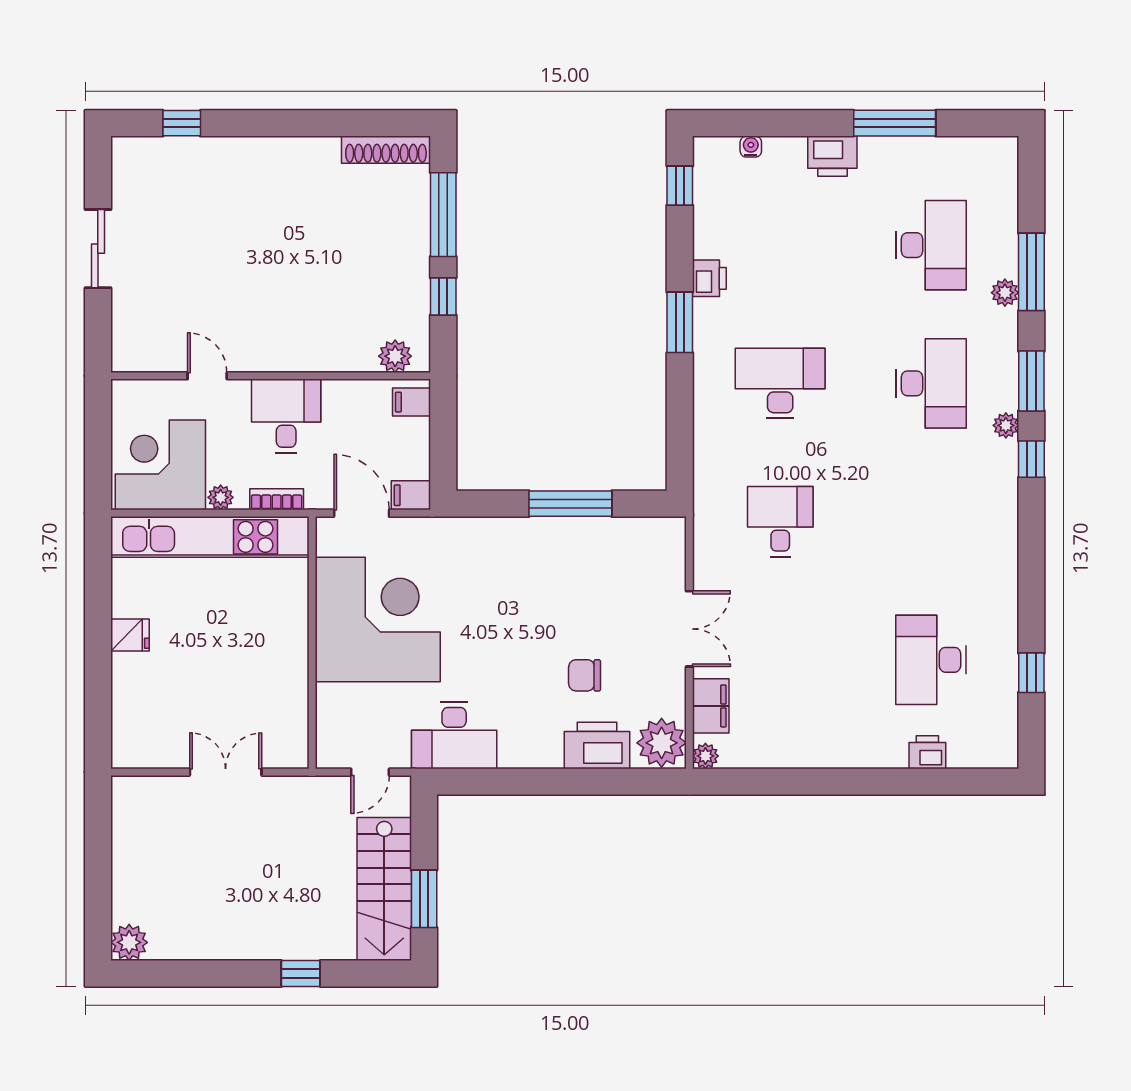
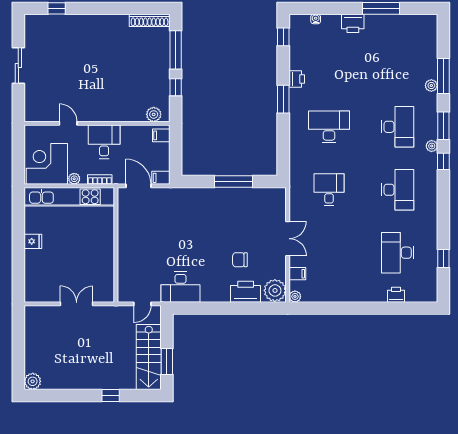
desk: (931, 245) -> (398, 190), moved
corner desk: (378, 619) -> (146, 234), removed
filing cabinet: (711, 706) -> (297, 274), width x0.50

